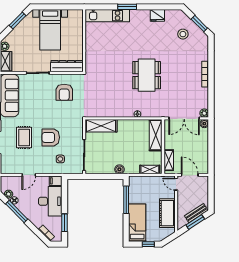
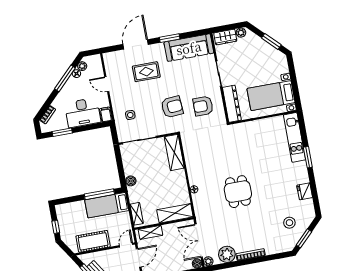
bed with nightstands: (50, 30) -> (271, 96), moved
dining table: (147, 75) -> (238, 192), width x0.73
plant: (201, 95) -> (227, 254), added
armchair: (51, 137) -> (172, 107), moved, turned 86
bed: (137, 223) -> (107, 205), moved, turned 180

